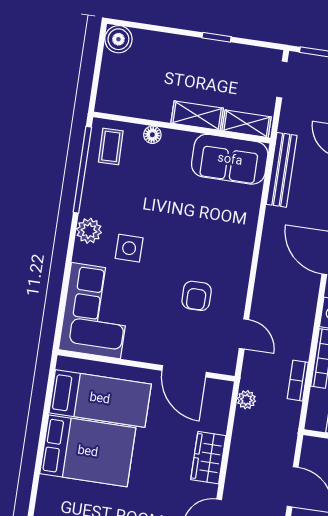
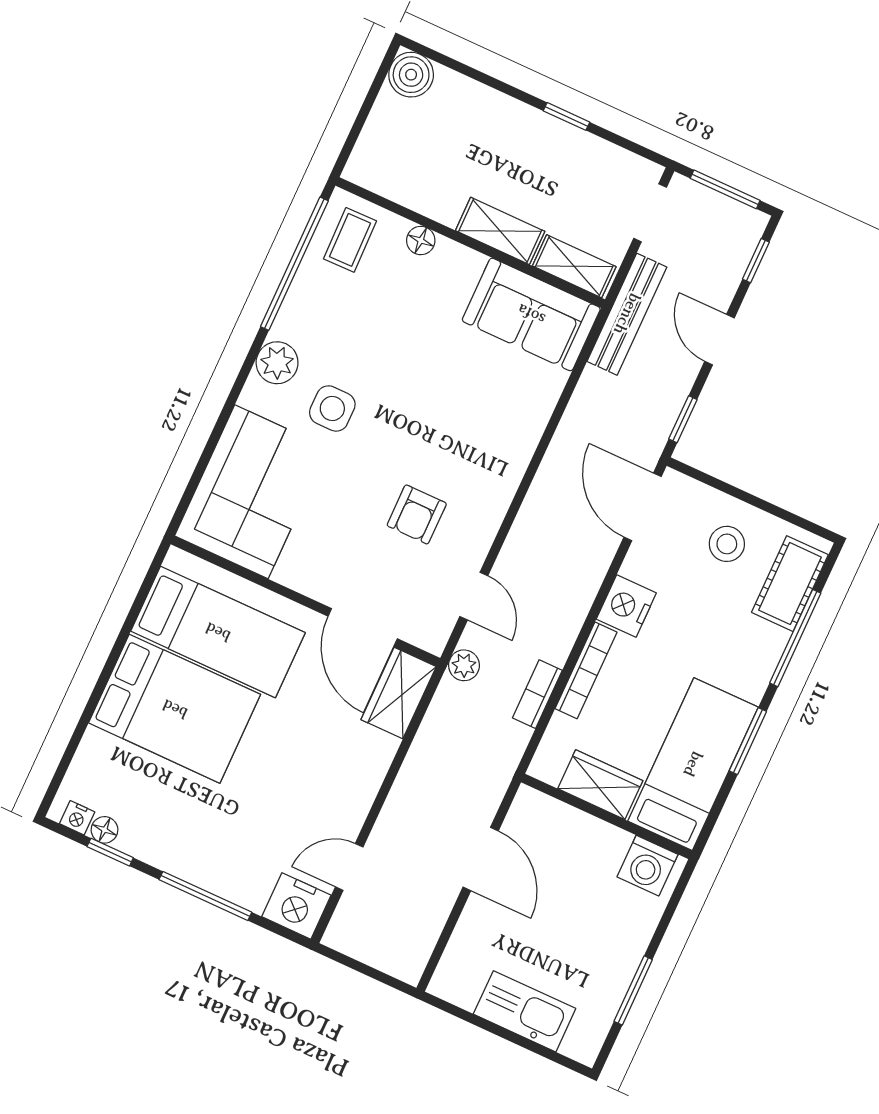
bench: (282, 170) -> (627, 314), moved
plant: (246, 400) -> (464, 665), moved
wardrobe: (208, 458) -> (399, 693), moved

